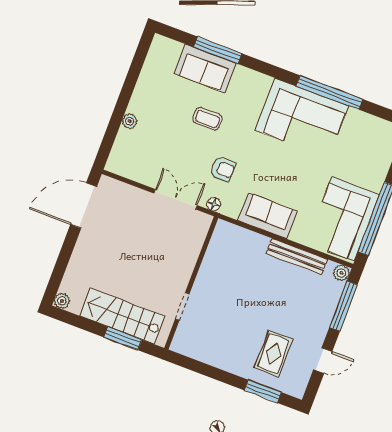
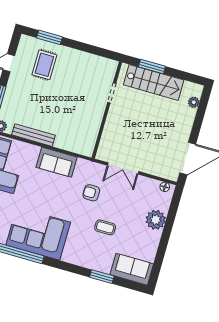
window: (218, 50) -> (102, 277), width x0.69
sofa: (205, 68) -> (132, 269), moved
plant: (130, 121) -> (156, 220), width x1.88, depth x1.88
floor lamp: (214, 204) -> (165, 187), moved
plant: (62, 301) -> (194, 102), moved

